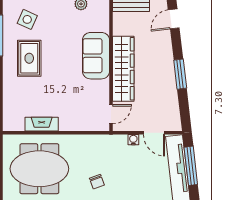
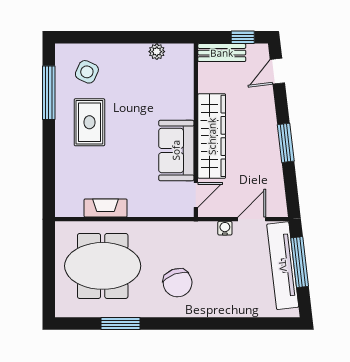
sofa: (96, 56) -> (176, 150), moved
door: (154, 133) -> (252, 219), swing flipped
chair: (97, 182) -> (178, 283), width x1.87, depth x1.87

